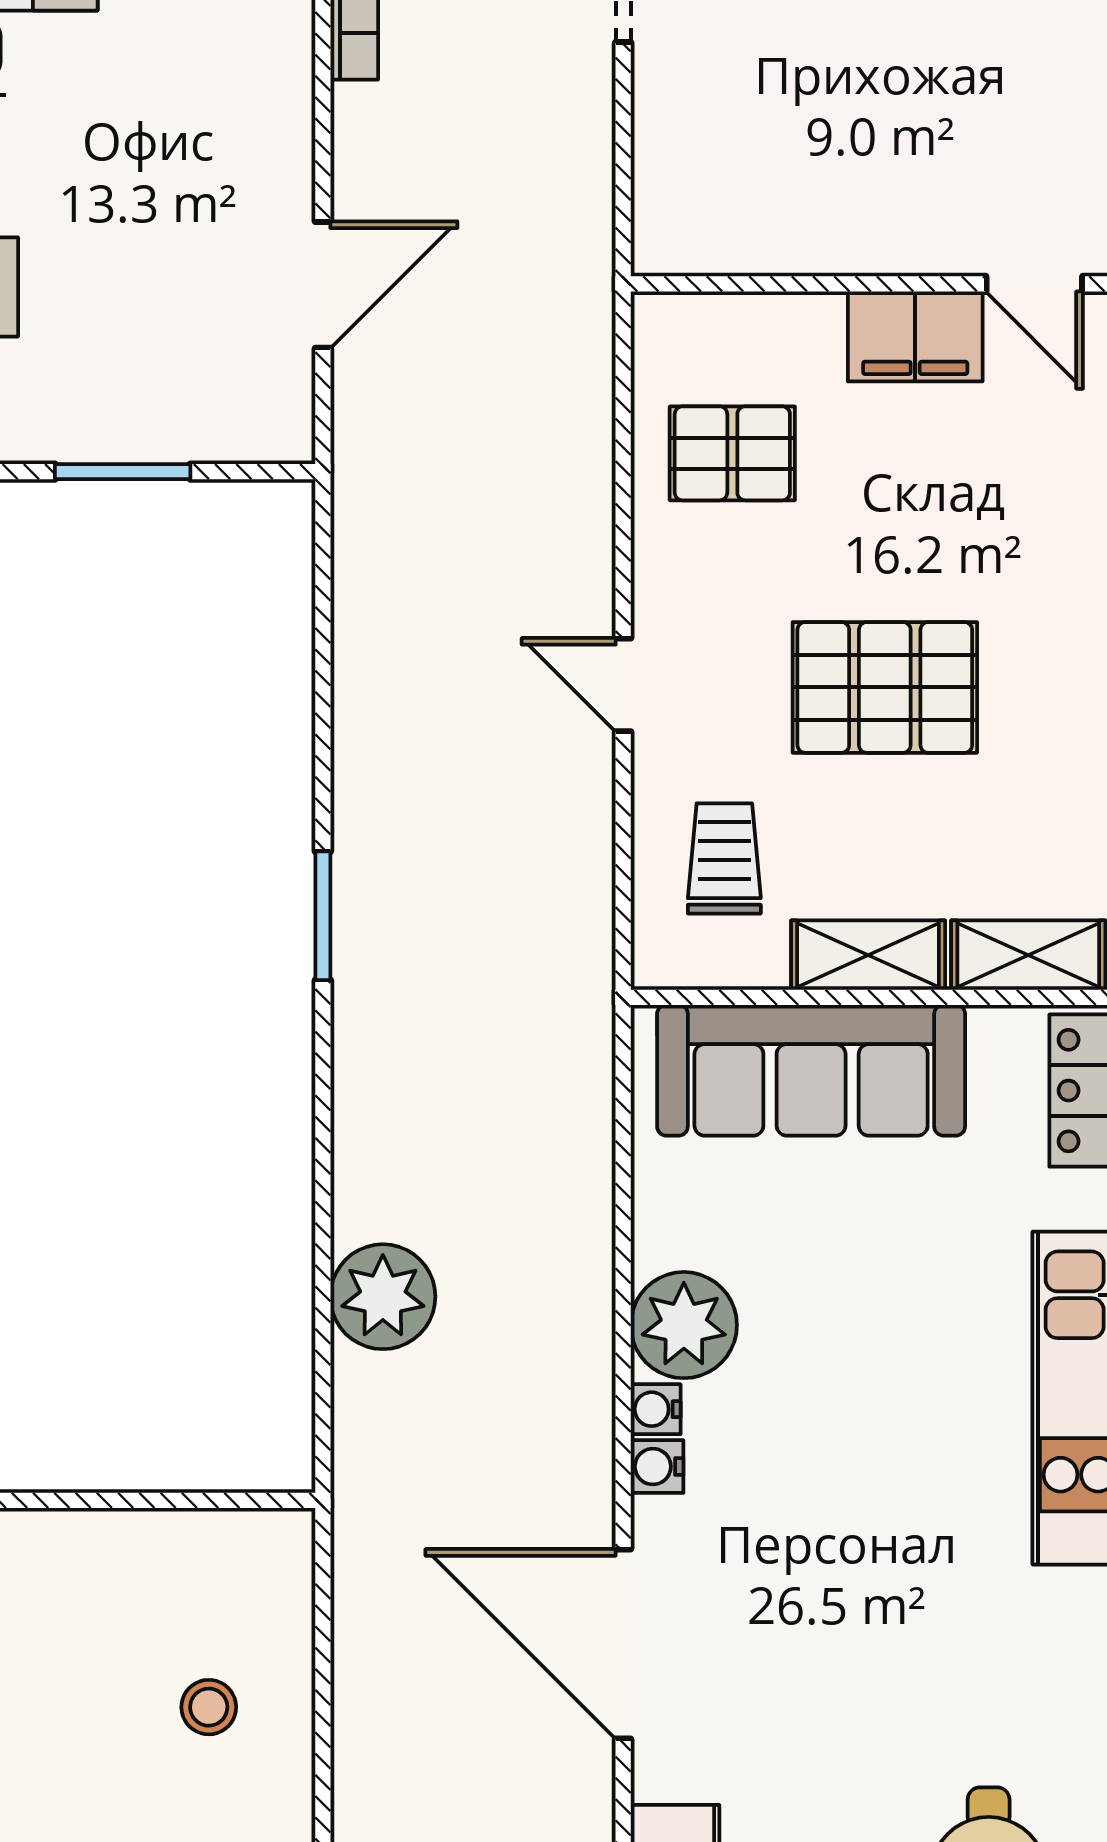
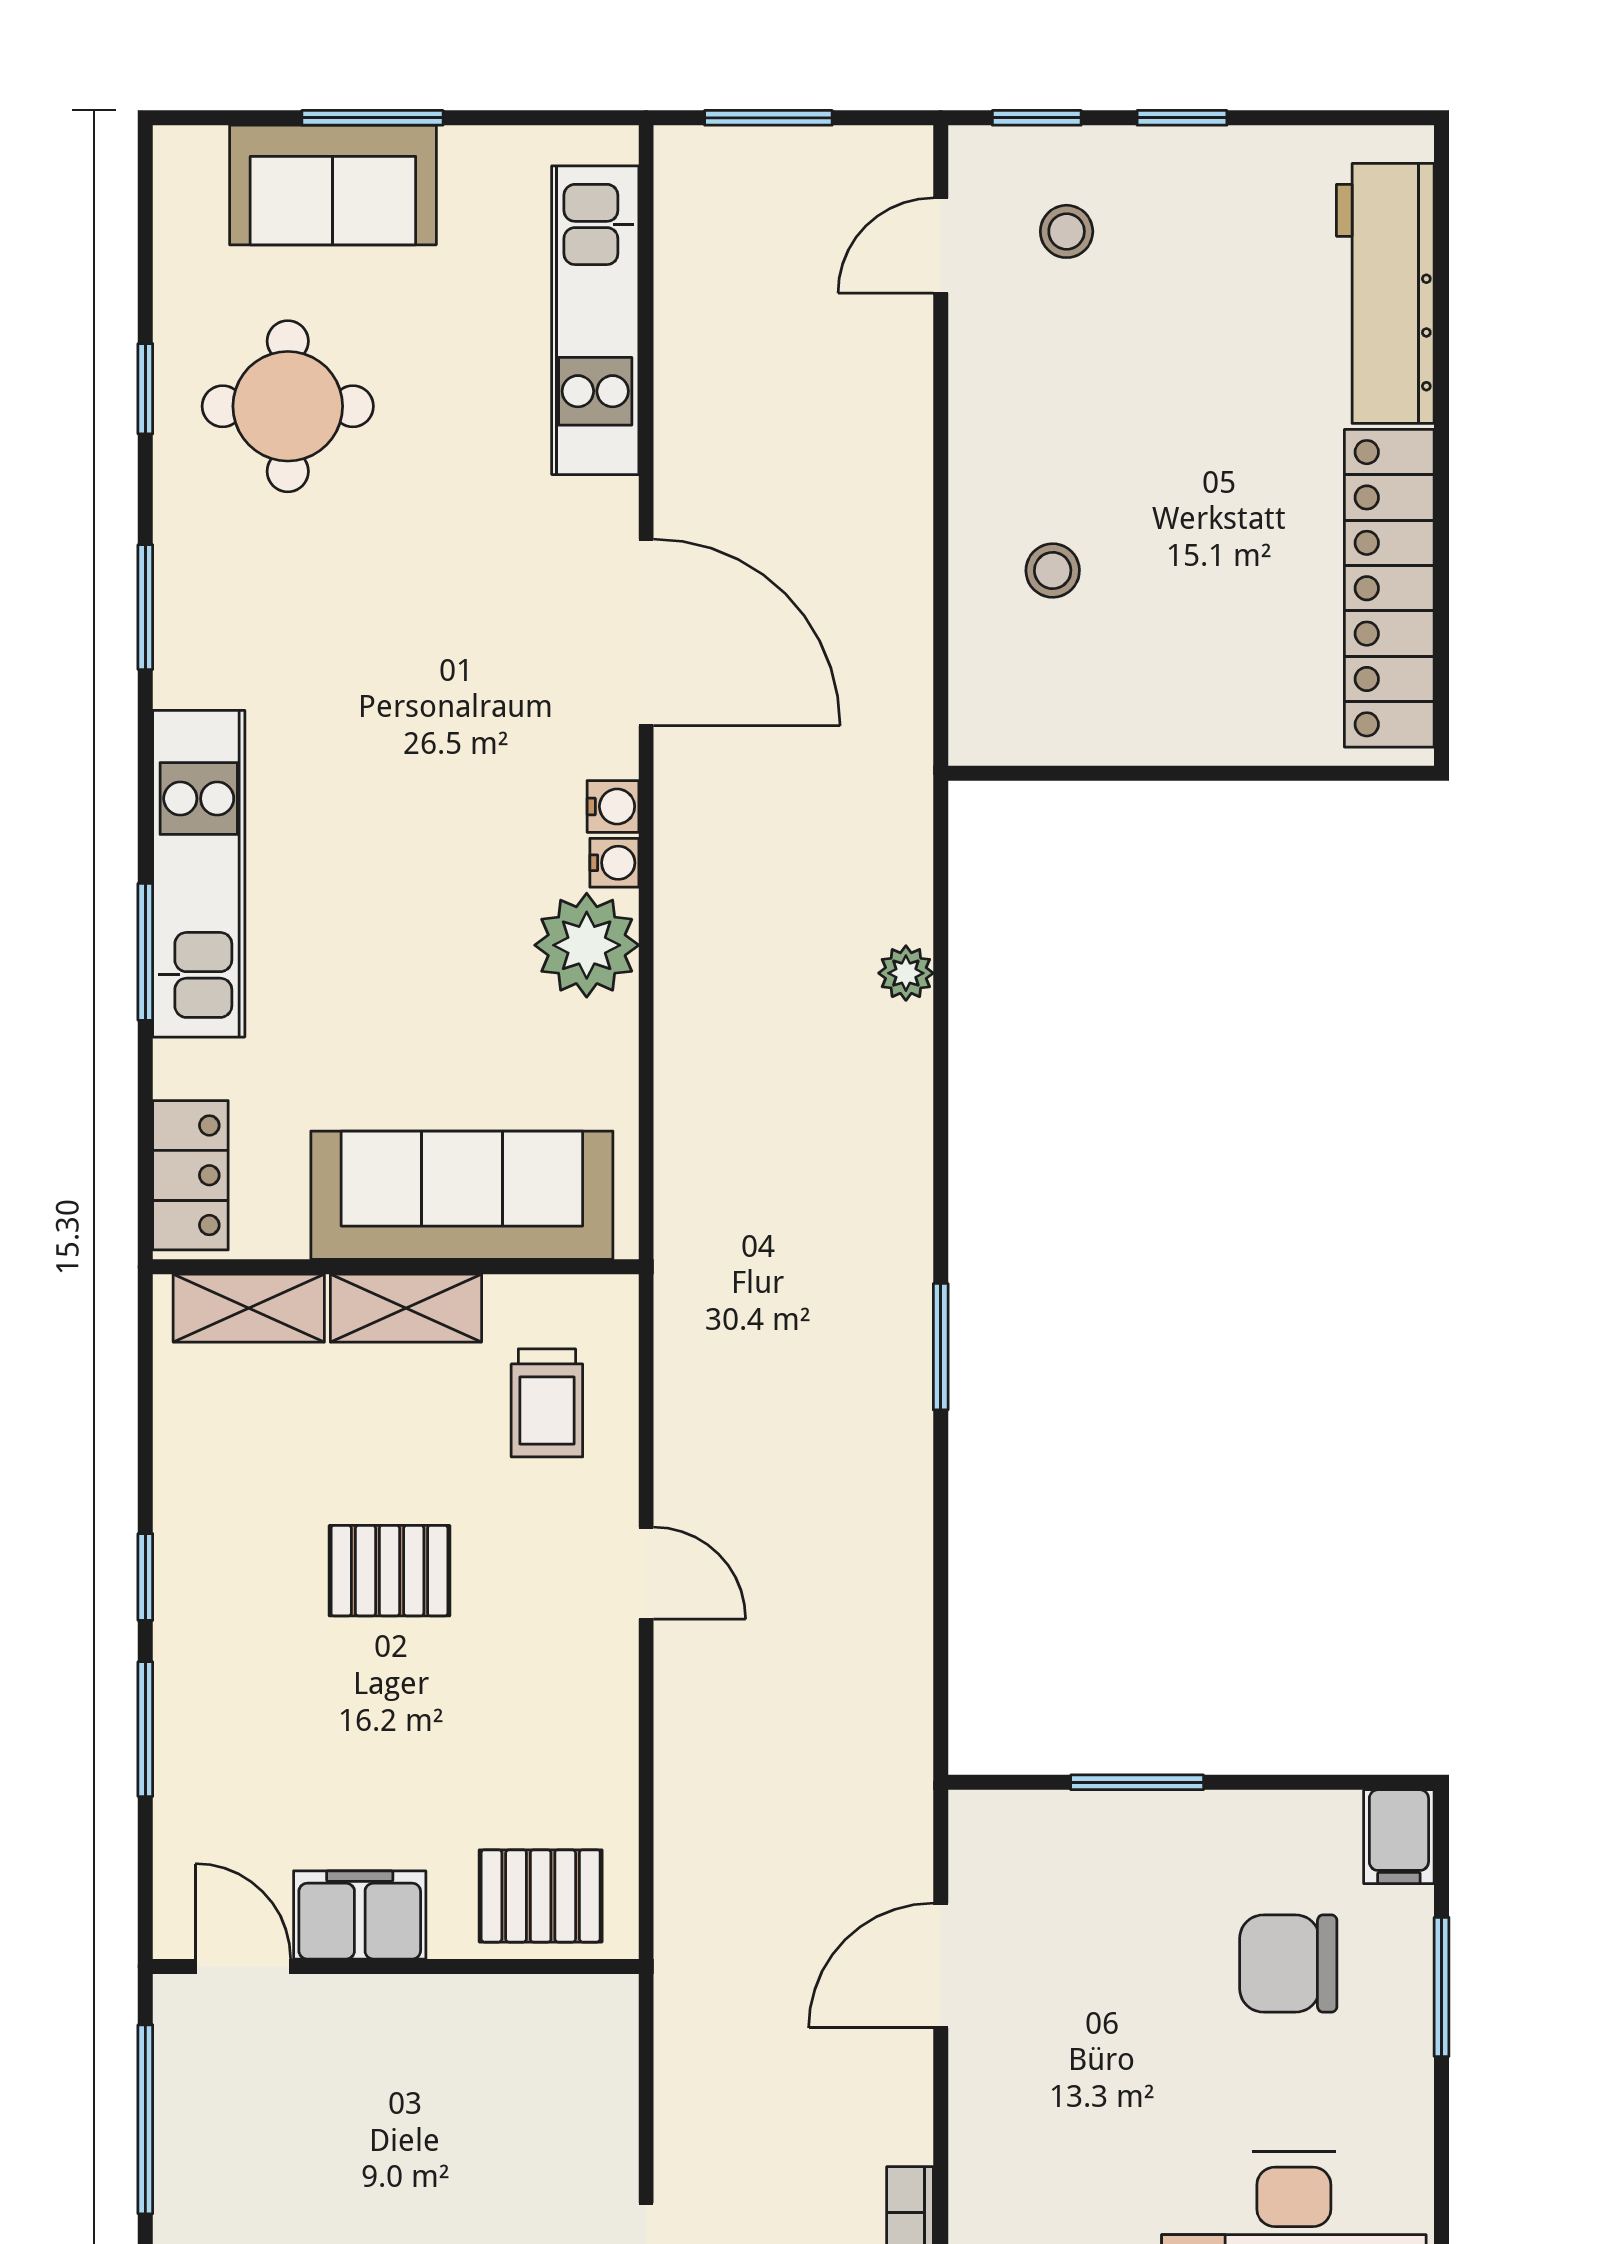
pallet: (732, 453) -> (541, 1896), moved
pallet: (885, 687) -> (390, 1571), width x0.67, depth x0.71
plant: (383, 1297) -> (906, 973), width x0.53, depth x0.53

